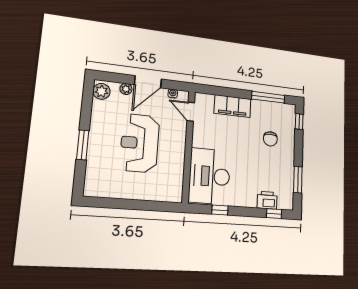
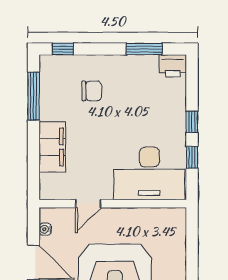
door: (191, 112) -> (88, 204), moved
printer: (267, 200) -> (173, 66), moved, turned -90
window: (274, 214) -> (192, 122), moved

